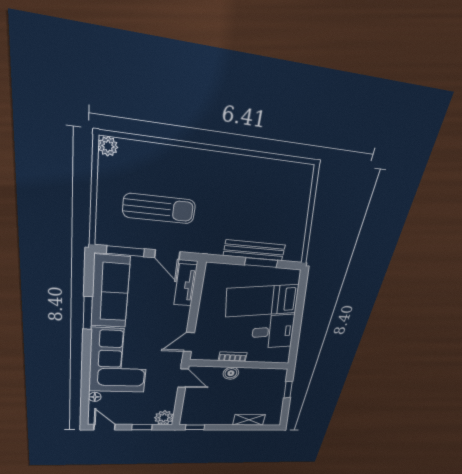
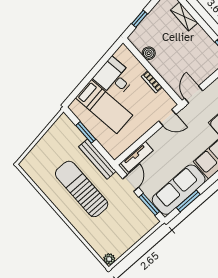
sun lounger: (159, 209) -> (82, 189), moved, width x1.36, depth x1.34
bench: (254, 250) -> (97, 159), moved
window: (88, 313) -> (188, 201), moved
boiler: (231, 373) -> (149, 53), moved

